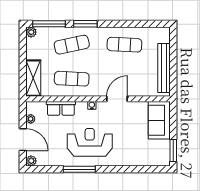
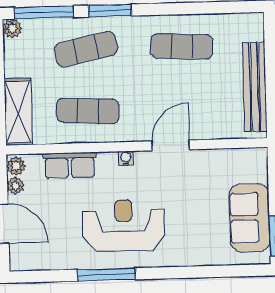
sofa: (159, 120) -> (250, 218), moved
plant: (31, 161) -> (16, 166), moved

